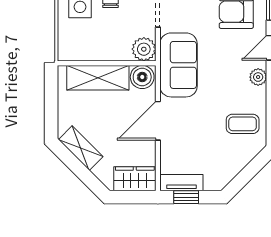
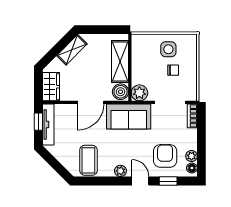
door: (158, 121) -> (91, 102), swing flipped
coffee table: (243, 124) -> (88, 160), width x1.36, depth x1.30
tv unit: (181, 183) -> (48, 125), width x1.41

